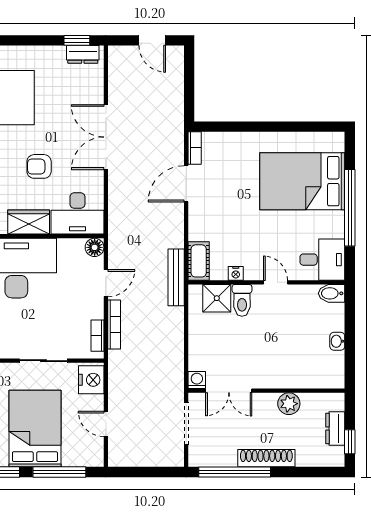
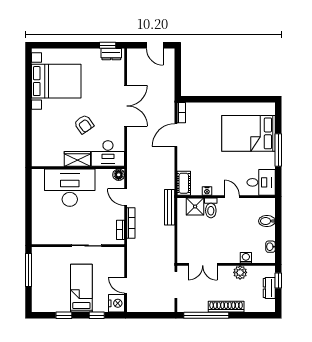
double door: (106, 137) -> (126, 106), swing flipped
armchair: (39, 166) -> (84, 124), turned -125
window: (350, 208) -> (278, 150), width x0.68
bench: (176, 277) -> (170, 207), moved
door: (106, 283) -> (126, 197), swing flipped
bidet: (332, 293) -> (267, 221), moved
washbasin: (337, 341) -> (270, 247), moved
nightstand: (91, 380) -> (117, 303), moved
washing machine: (197, 380) -> (246, 258), moved
bed: (35, 429) -> (81, 288), width x0.67
window: (350, 442) -> (278, 281), moved
window: (59, 472) -> (97, 315), width x0.46

